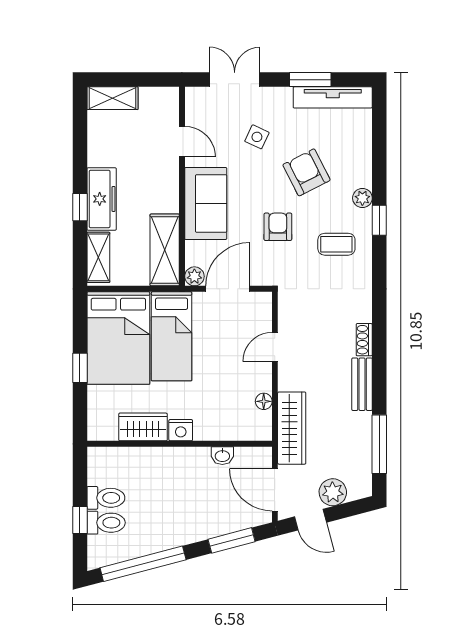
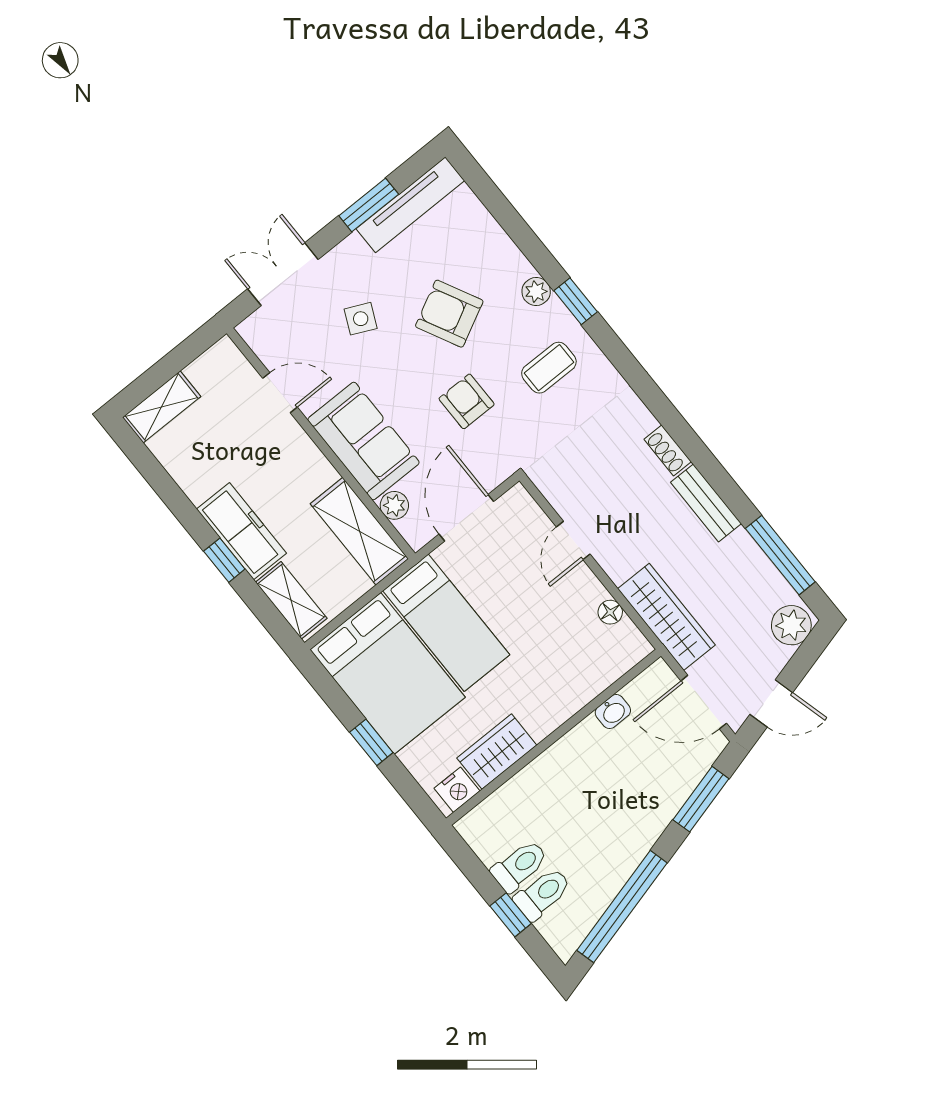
plant: (194, 276) -> (394, 505), moved
nightstand: (181, 430) -> (457, 790), moved
plant: (333, 492) -> (791, 625), moved

